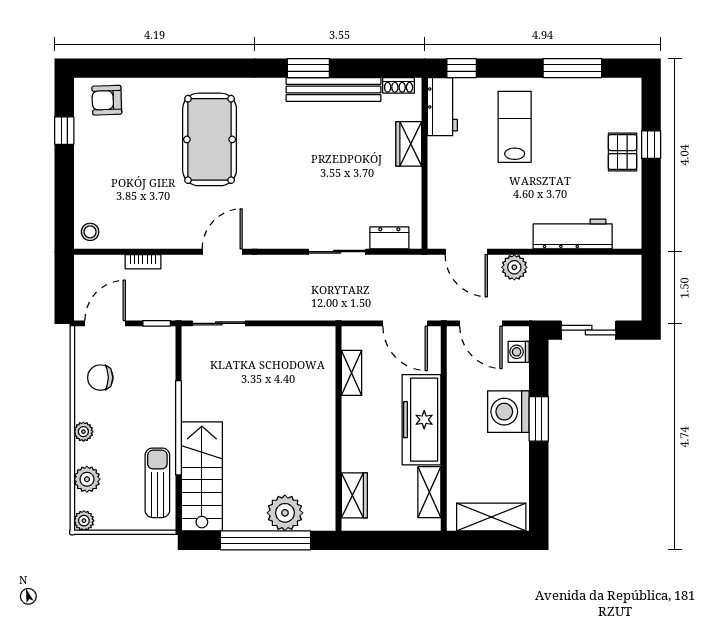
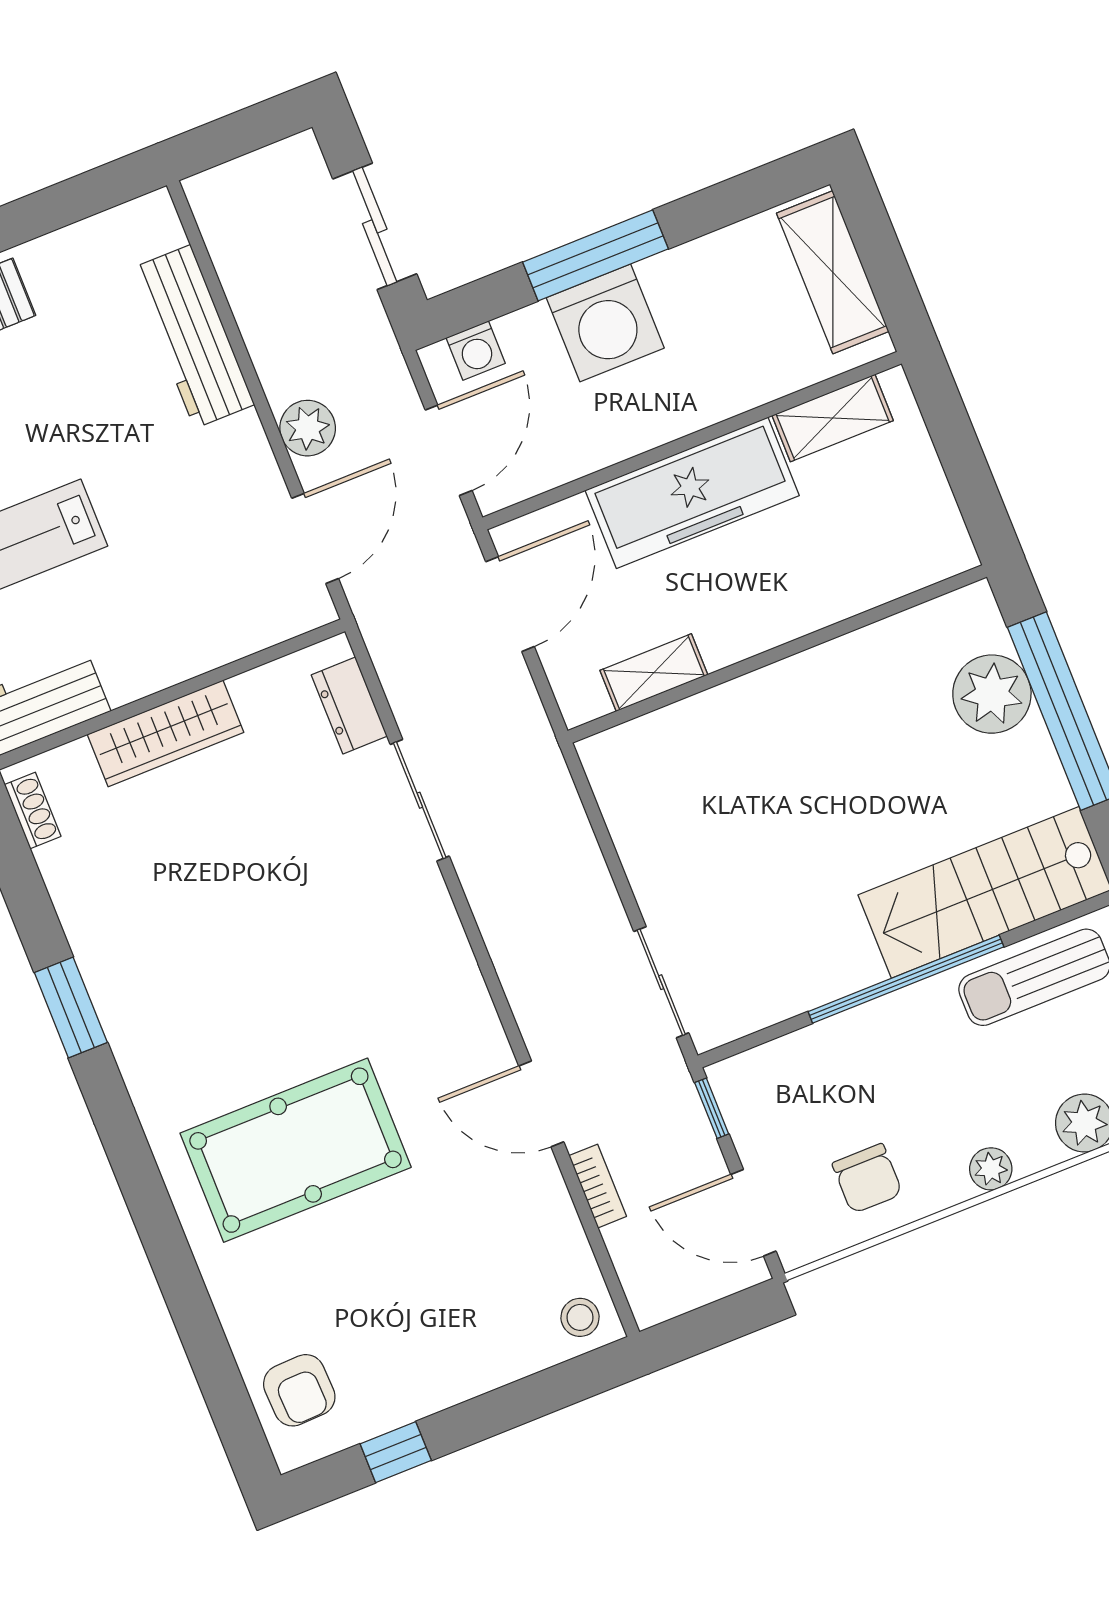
bench: (333, 89) -> (94, 939), removed
wardrobe: (409, 144) -> (166, 733), width x1.50
door: (222, 252) -> (541, 1104), moved
window: (539, 419) -> (595, 255), width x1.44
wardrobe: (354, 495) -> (900, 567), removed

